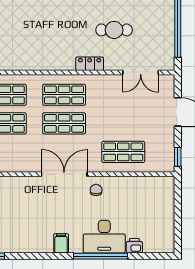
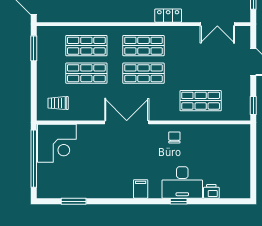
double door: (64, 174) -> (127, 122), moved
window: (100, 256) -> (179, 201), width x0.32

